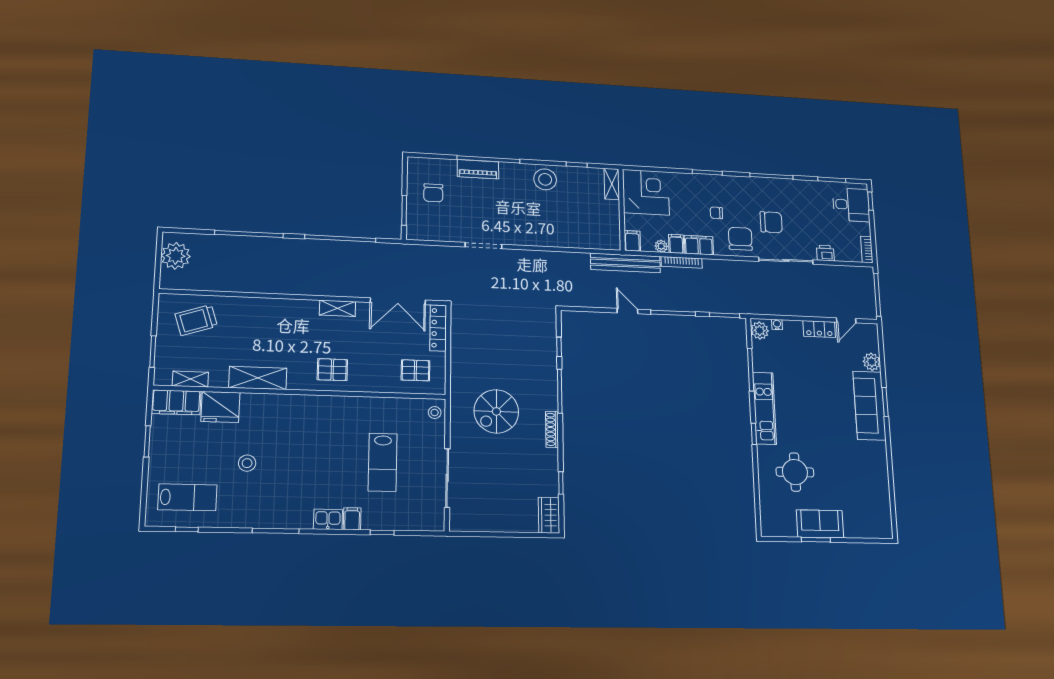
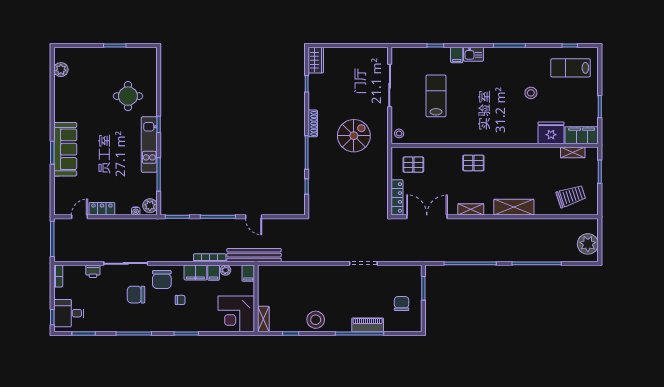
plant: (872, 362) -> (61, 70), moved
shelving: (258, 378) -> (514, 207), moved
sofa: (820, 524) -> (111, 57), removed

